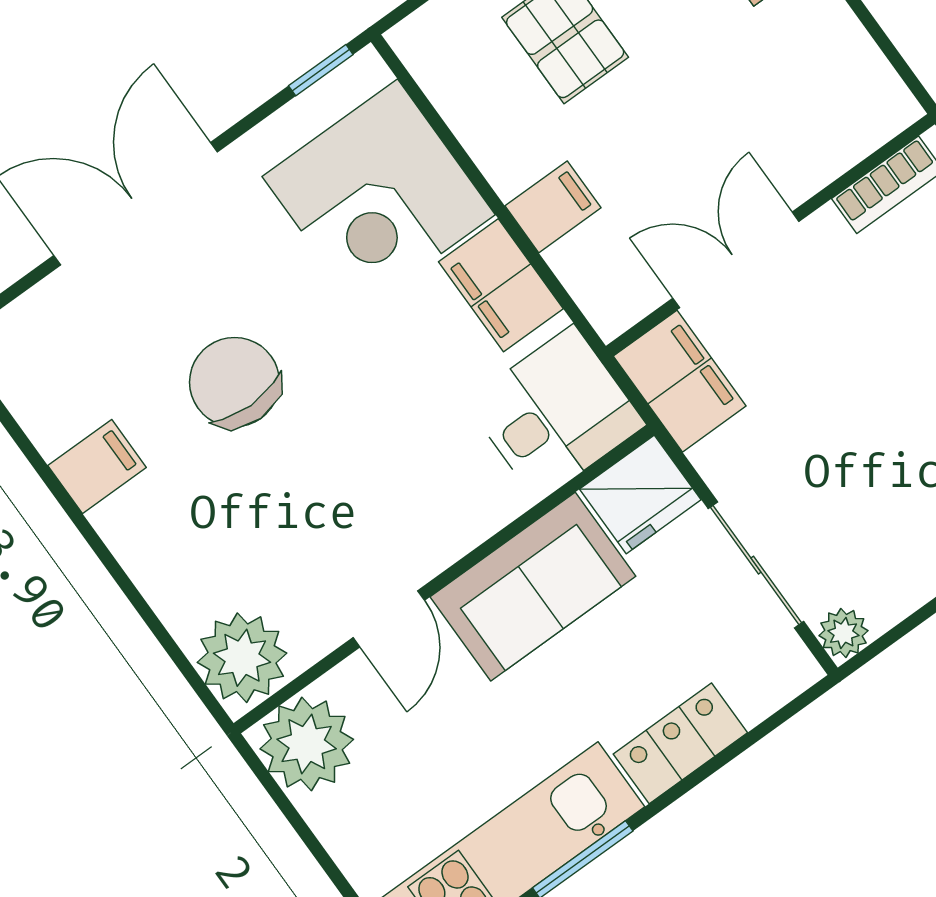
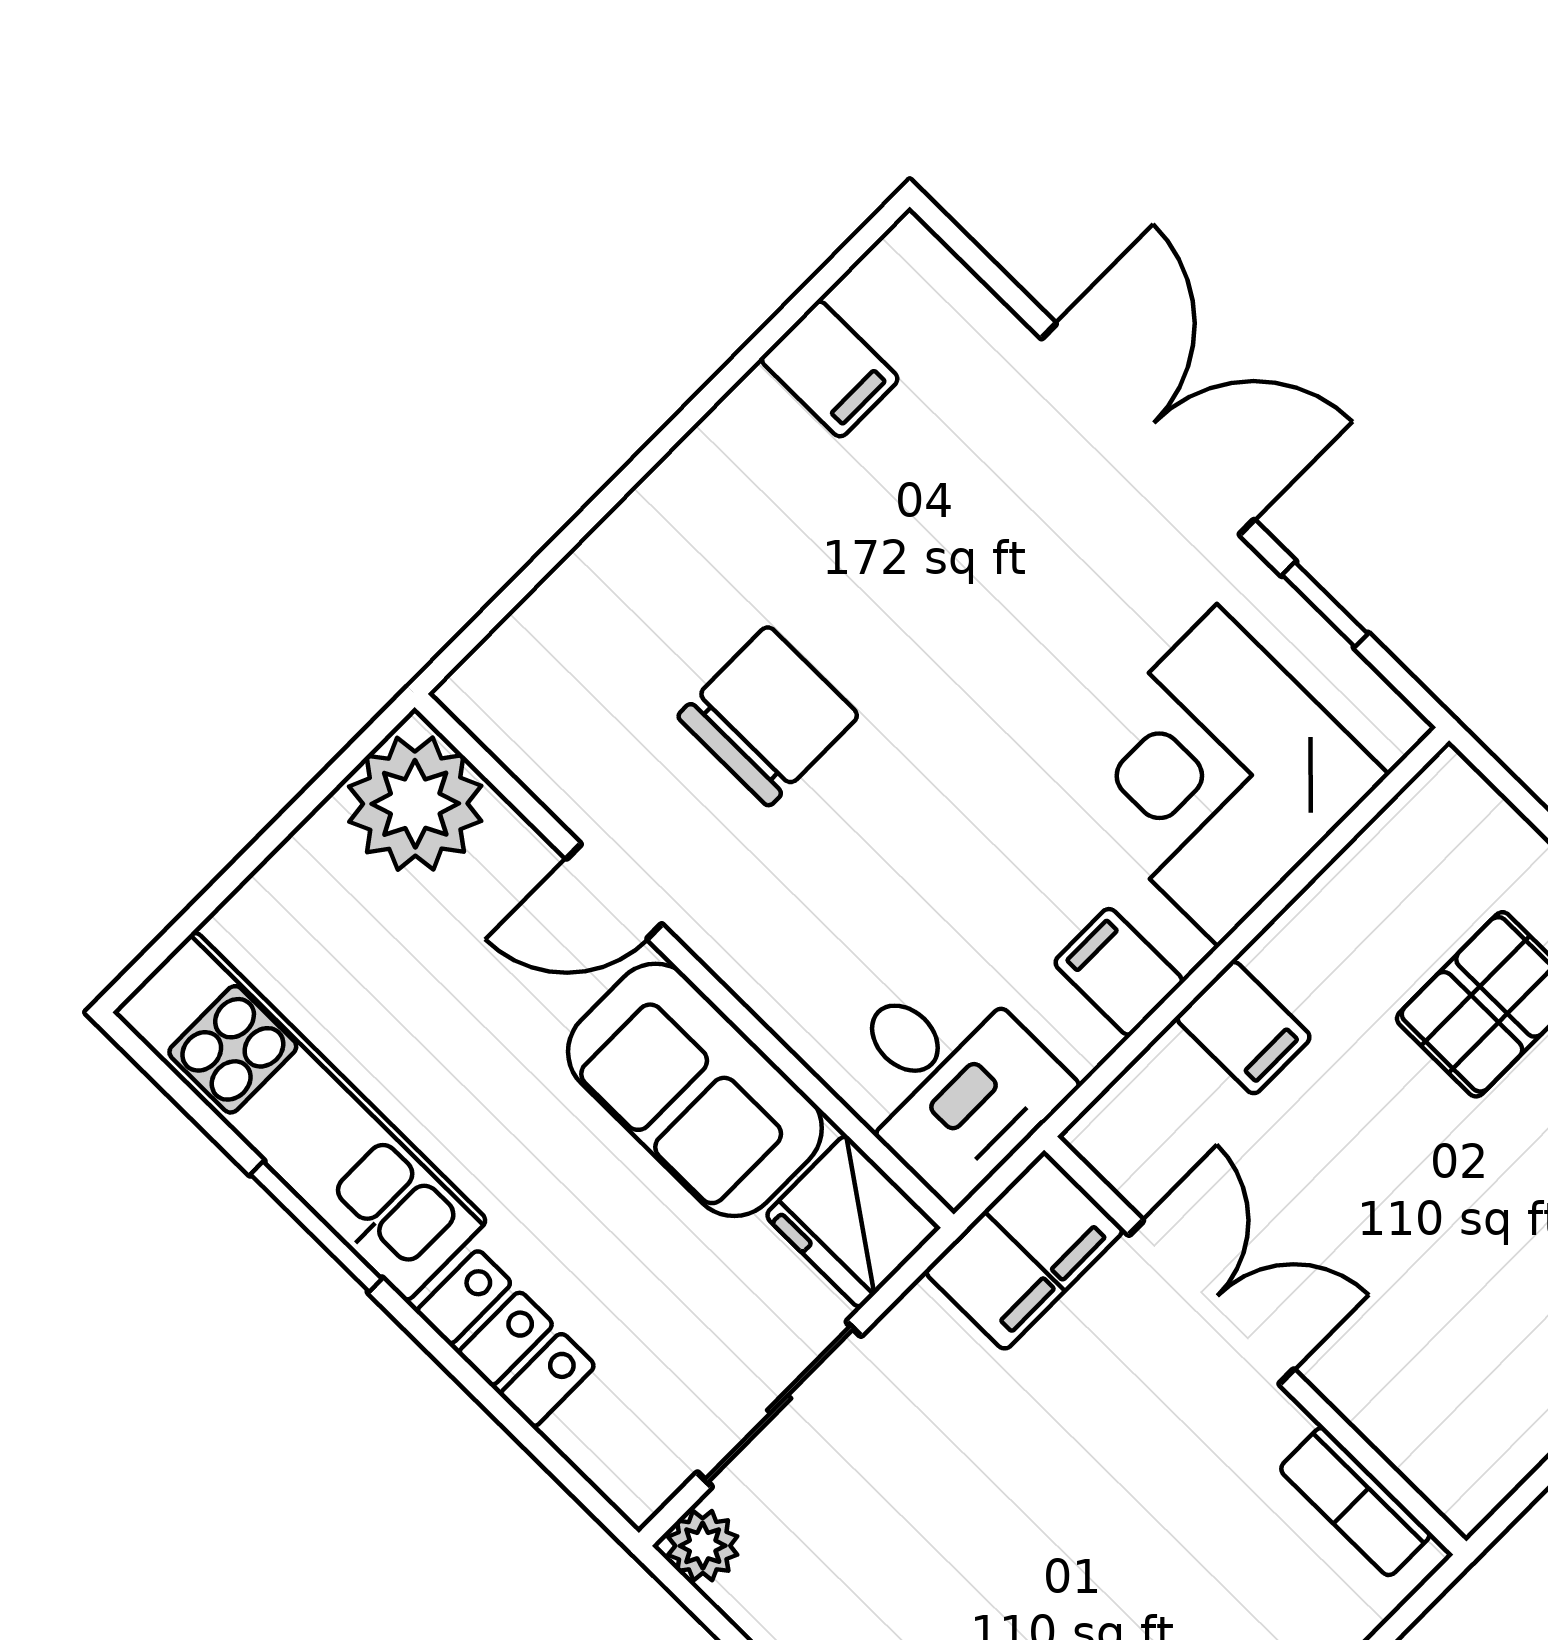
window: (321, 70) -> (1325, 604), moved
filing cabinet: (501, 285) -> (1119, 972), width x0.50
chair: (235, 382) -> (768, 716), moved
filing cabinet: (97, 467) -> (830, 369), moved
plant: (242, 658) -> (523, 690), removed

